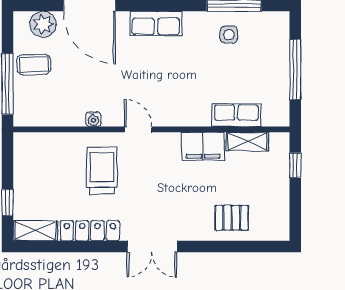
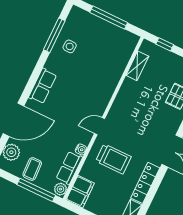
row of seats: (236, 115) -> (69, 168), moved
plant: (25, 117) -> (60, 189), added
filing cabinet: (203, 146) -> (80, 192), moved
trolley: (102, 171) -> (113, 159), turned 180

